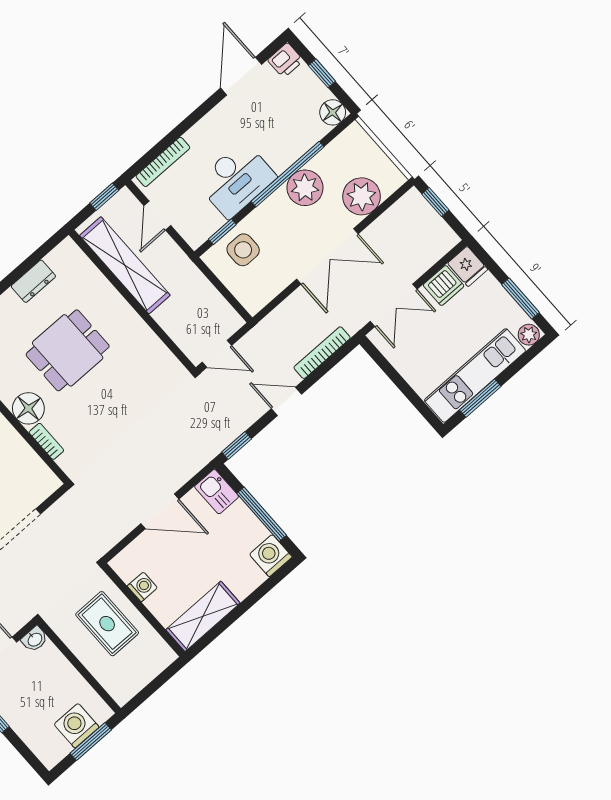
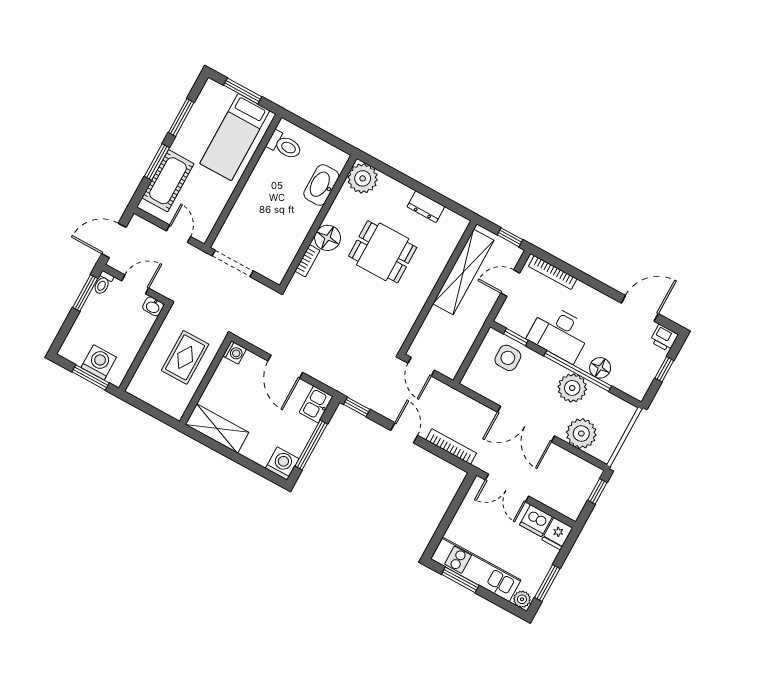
floor lamp: (333, 112) -> (600, 368), moved
washing machine: (142, 587) -> (235, 352), moved

